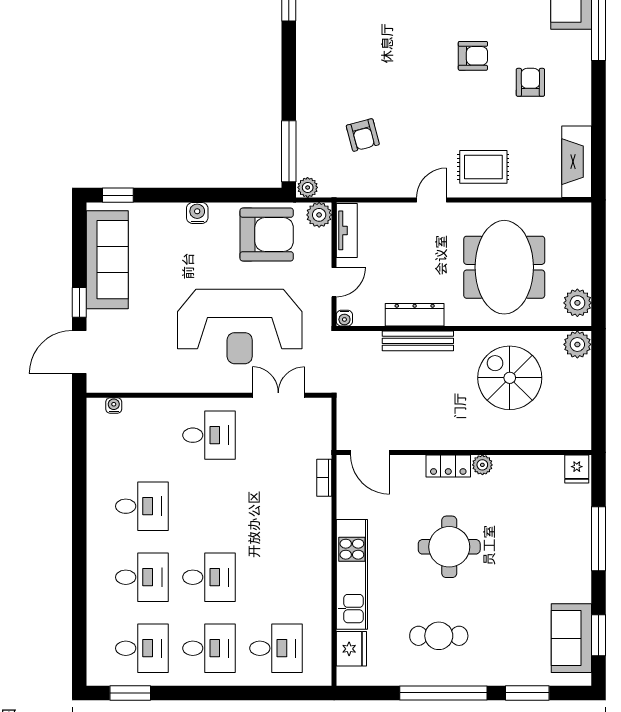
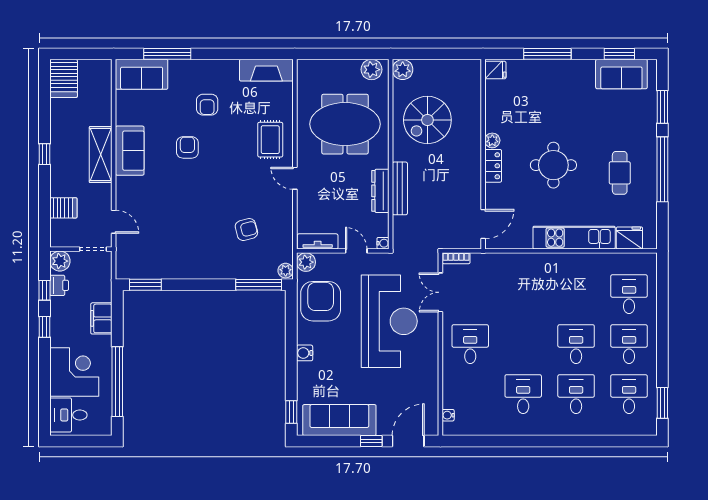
armchair: (530, 82) -> (207, 105), turned -90
door: (79, 352) -> (408, 441), swing flipped
bookcase: (324, 478) -> (456, 258), moved

